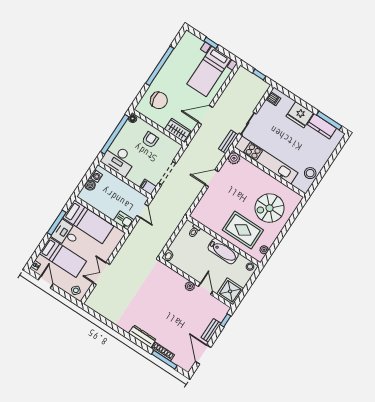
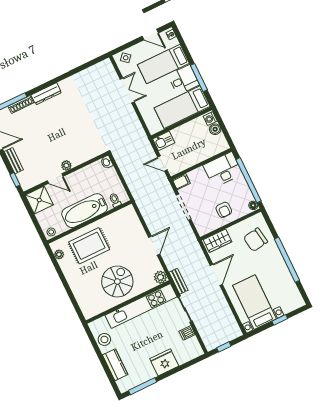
dishwasher: (273, 99) -> (187, 333), moved
kitchen counter: (322, 126) -> (115, 365), moved, turned 90
washing machine: (96, 176) -> (210, 119), moved
spiral stairs: (270, 208) -> (117, 282), moved
bathtub: (223, 251) -> (85, 211), width x1.36, depth x1.36

